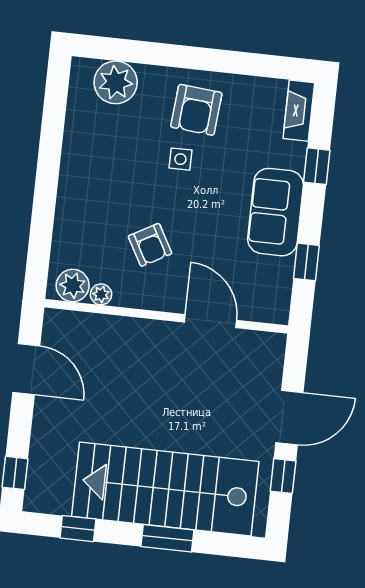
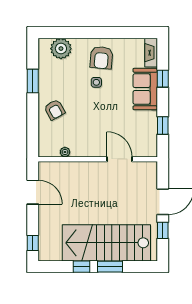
window: (51, 142) -> (33, 81), added
sofa: (276, 212) -> (145, 89), moved
armchair: (150, 245) -> (55, 110), moved
plant: (73, 285) -> (51, 149), removed
window: (78, 529) -> (82, 267), moved

